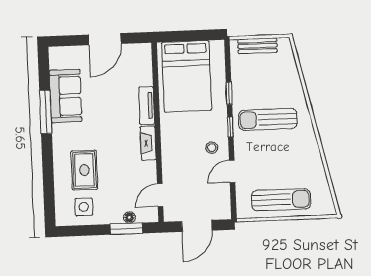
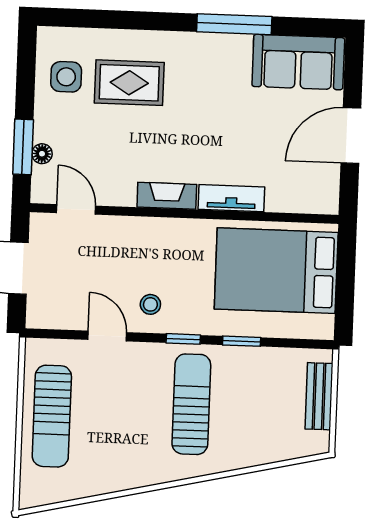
door: (105, 39) -> (351, 136), hinge flipped
sofa: (66, 96) -> (298, 62), moved

